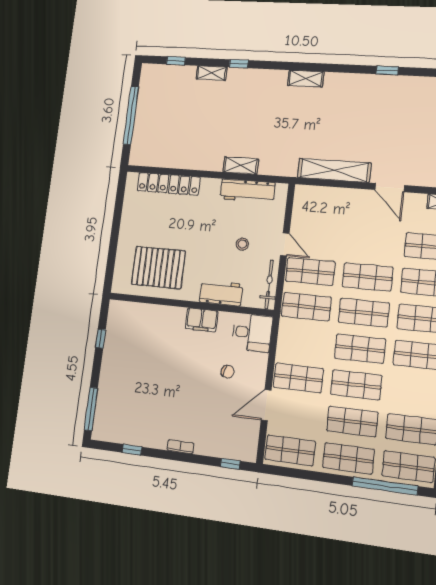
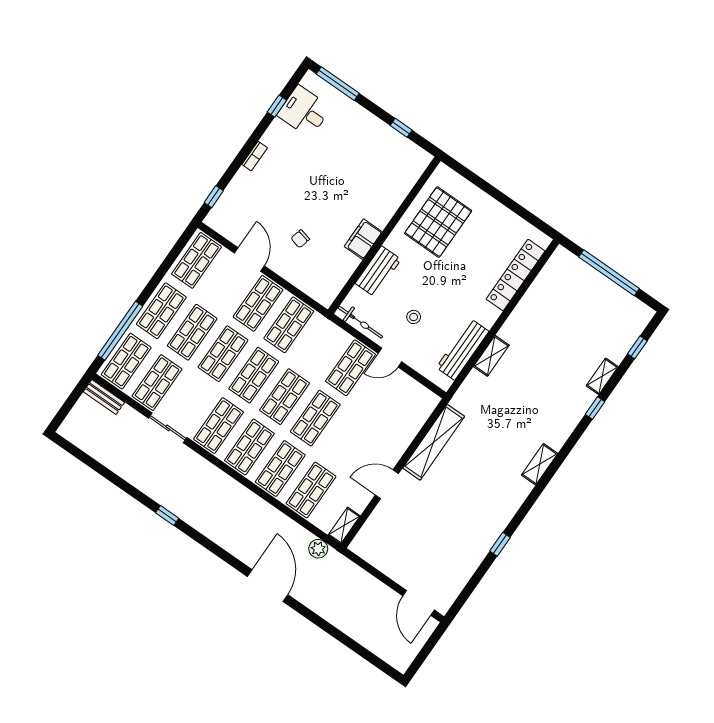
shop shelf: (306, 307) -> (289, 325), moved
desk: (252, 333) -> (304, 111), moved, turned 90

